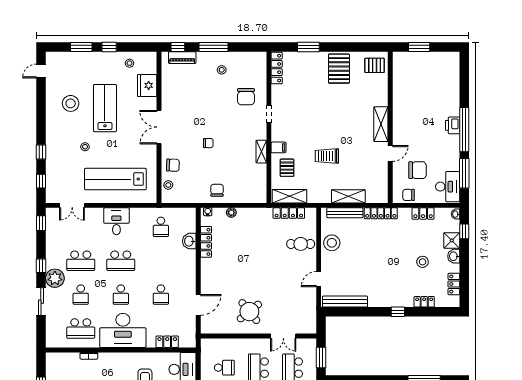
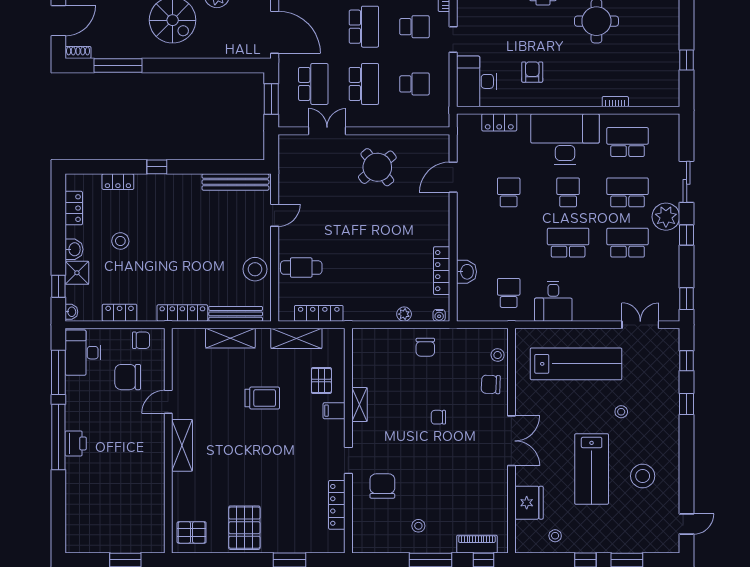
locker: (277, 68) -> (337, 505), moved
shelving: (289, 196) -> (296, 338), moved
desk: (116, 221) -> (553, 301), moved
school desk: (81, 295) -> (628, 192), width x1.85
school desk: (224, 368) -> (414, 84), turned 180

